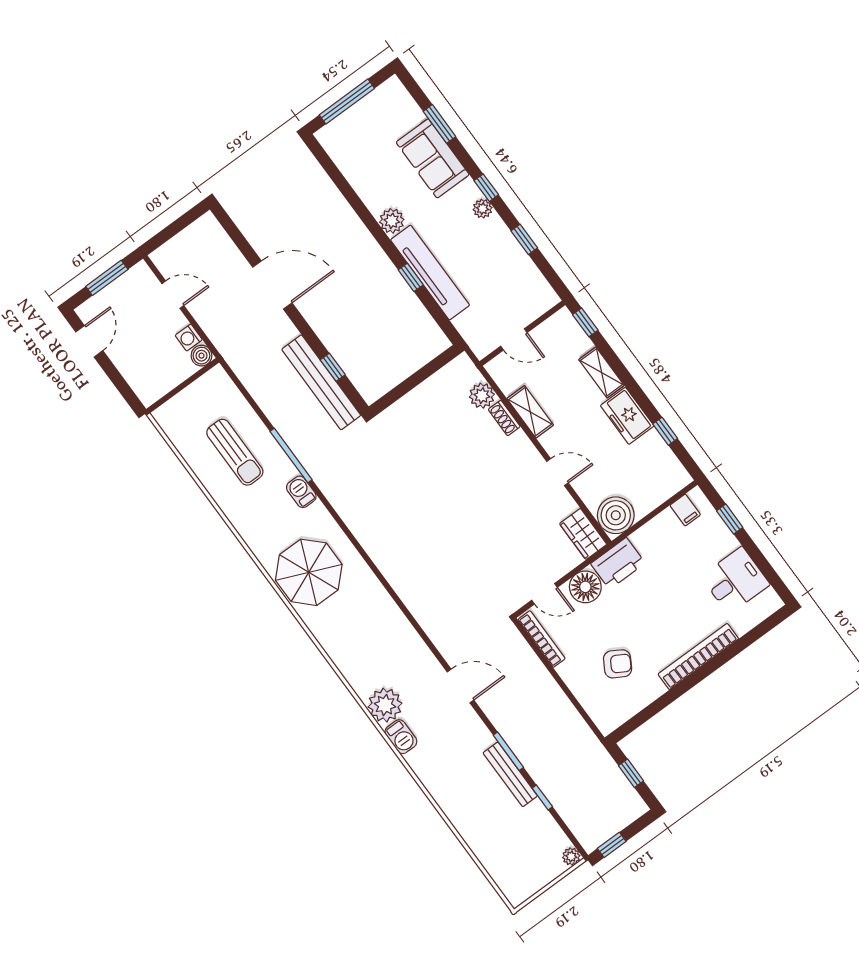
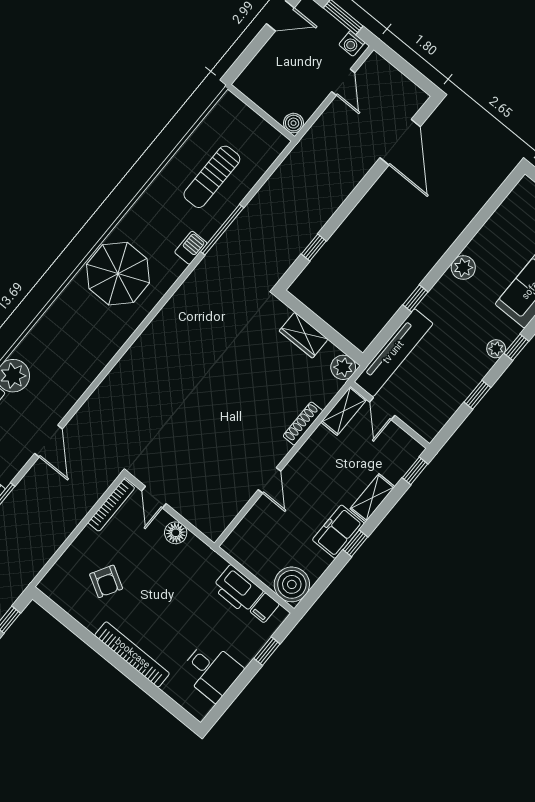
tv unit: (430, 273) -> (394, 353), moved
door: (272, 285) -> (400, 142), moved
washing machine: (189, 338) -> (352, 43), moved, turned -90
bench: (321, 382) -> (297, 240), removed
plant: (482, 396) -> (343, 367), moved
shelving: (530, 412) -> (344, 411), moved
shoe rack: (504, 418) -> (303, 424), width x1.43
window: (665, 431) -> (355, 543), moved
boiler: (616, 515) -> (292, 584), moved
wardrobe: (583, 534) -> (304, 335), moved, turned -90
printer: (618, 563) -> (238, 589), moved
floor lamp: (585, 587) -> (176, 533), width x0.73, depth x0.73

